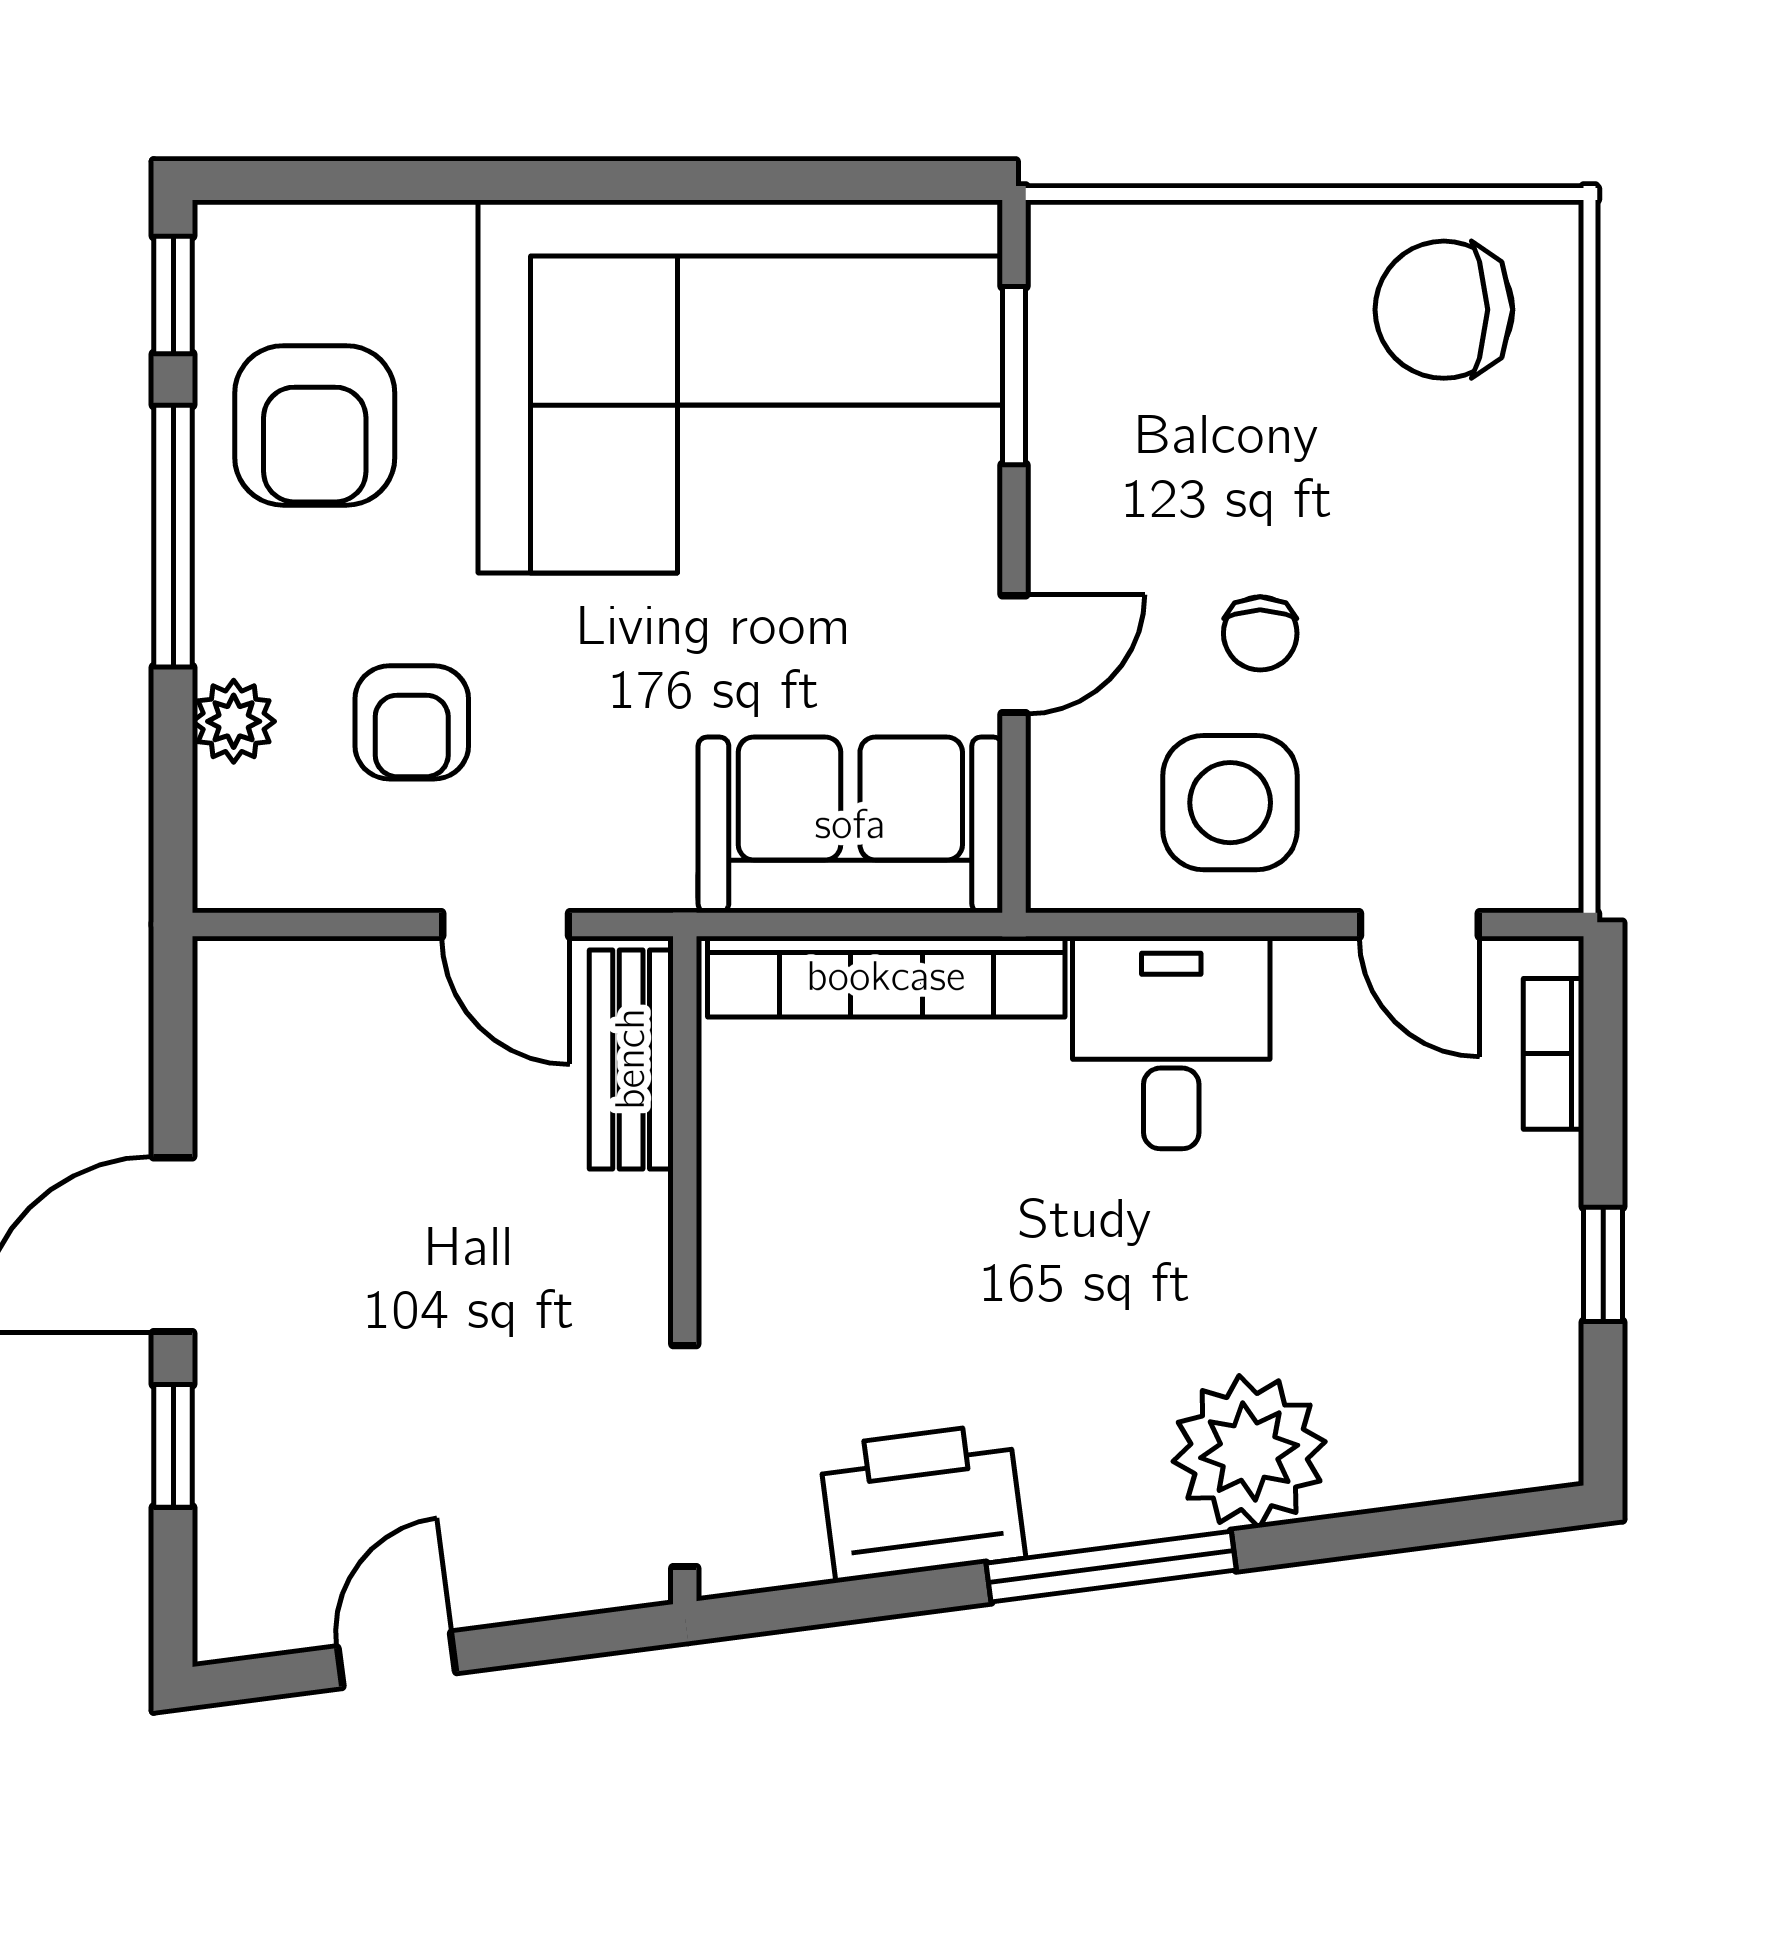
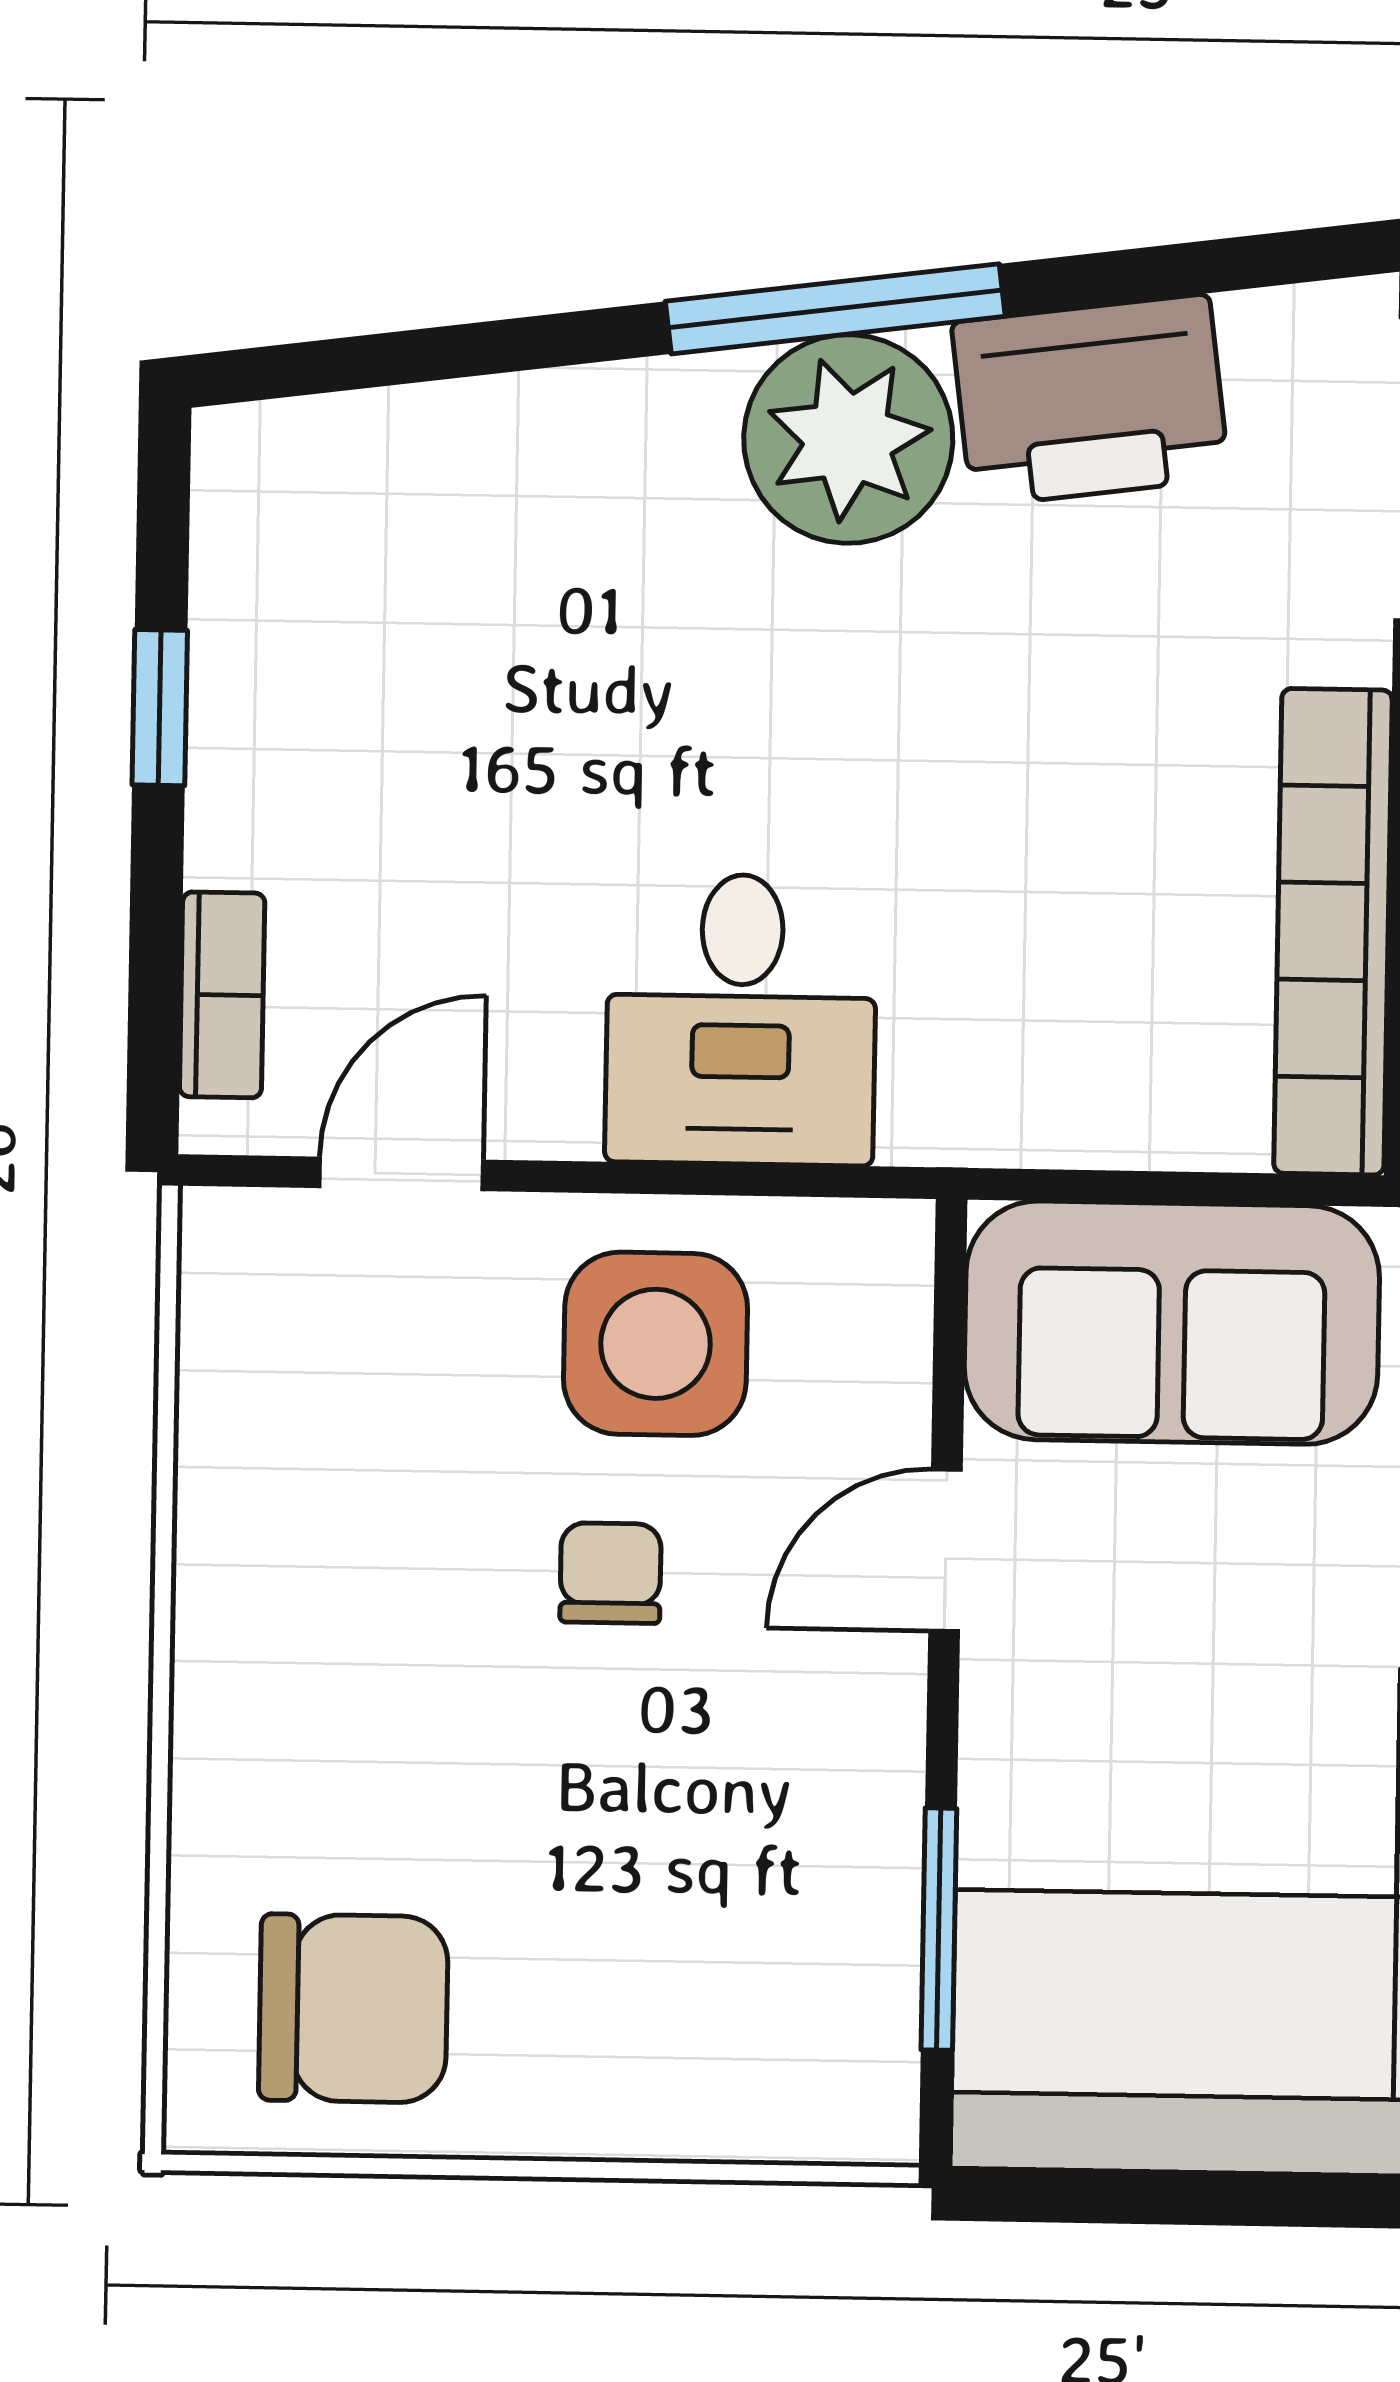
door: (1419, 924) -> (401, 1174), hinge flipped
bookcase: (886, 977) -> (1333, 932), moved, turned -90
plant: (1249, 1452) -> (848, 439), moved

